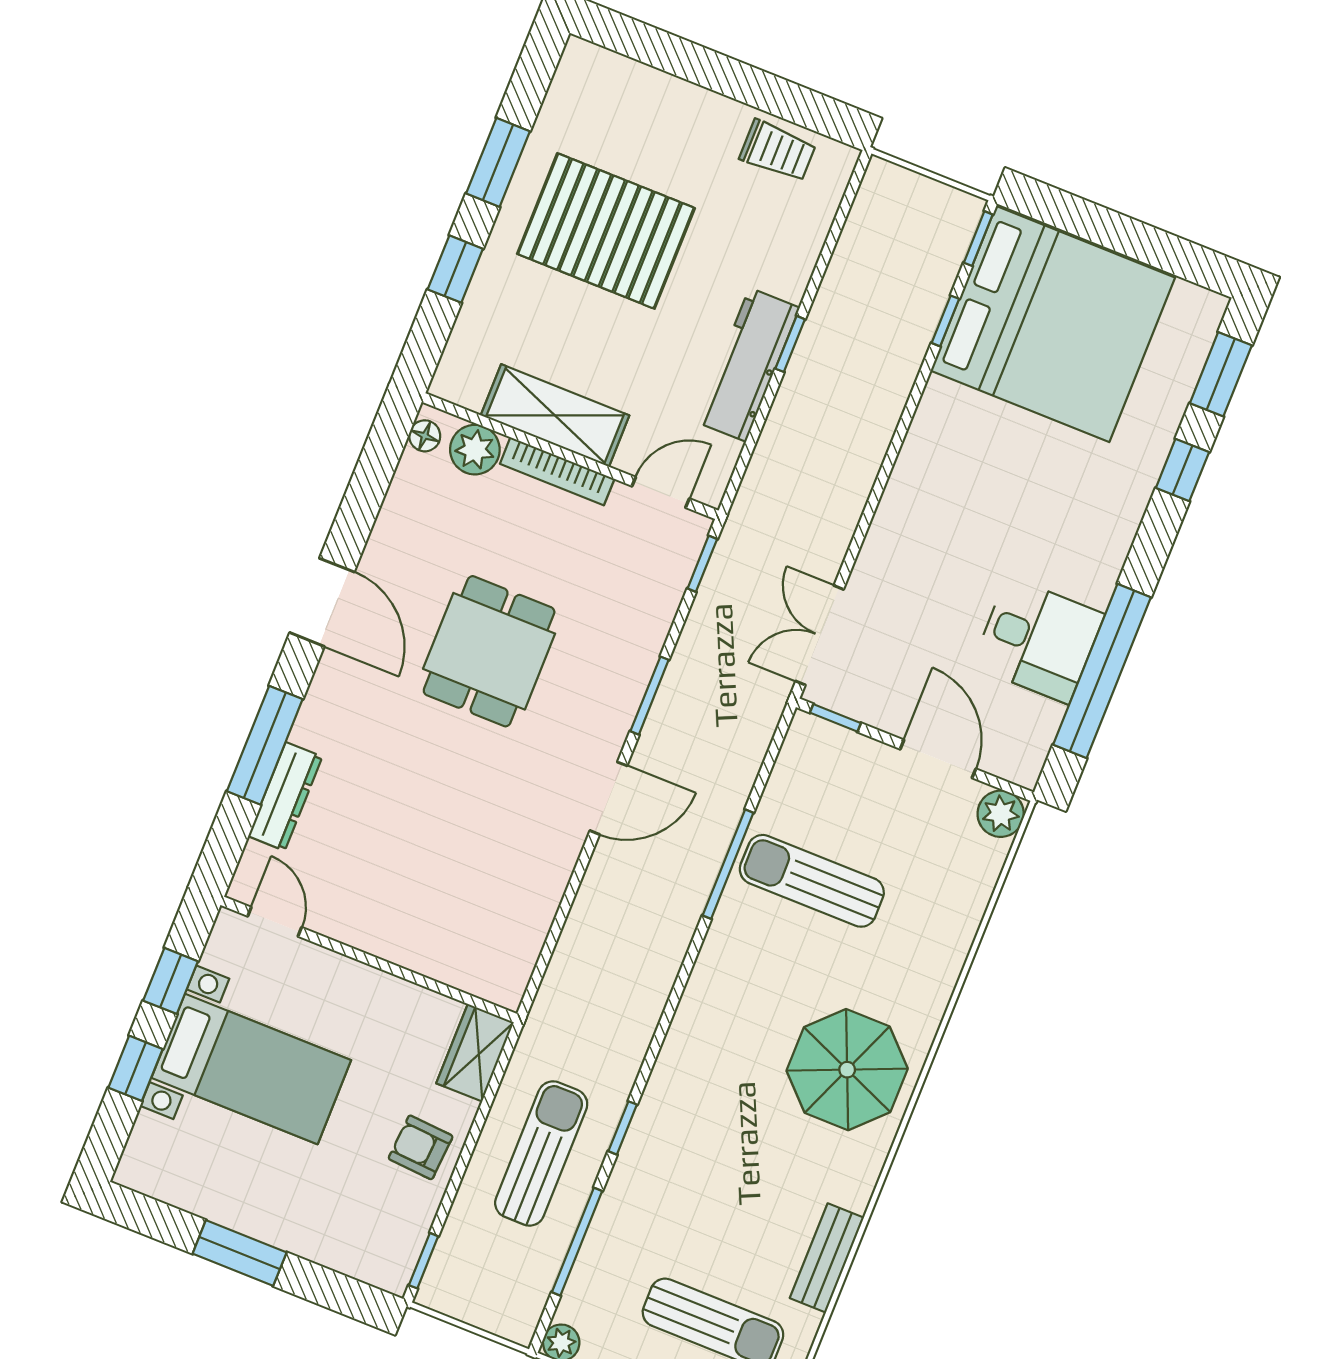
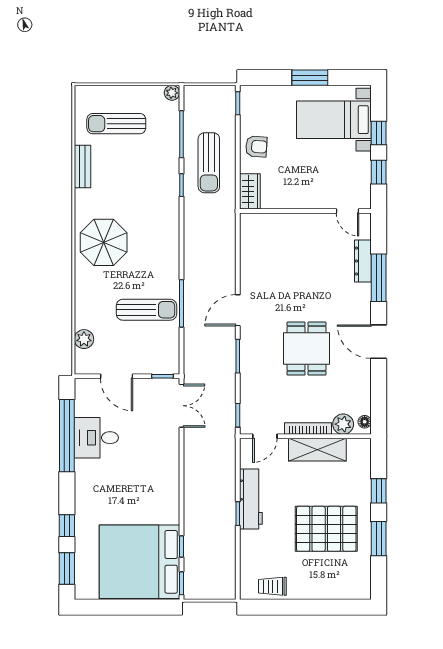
plant: (1001, 814) -> (84, 339), moved
bed with nightstands: (251, 1069) -> (334, 120), moved

